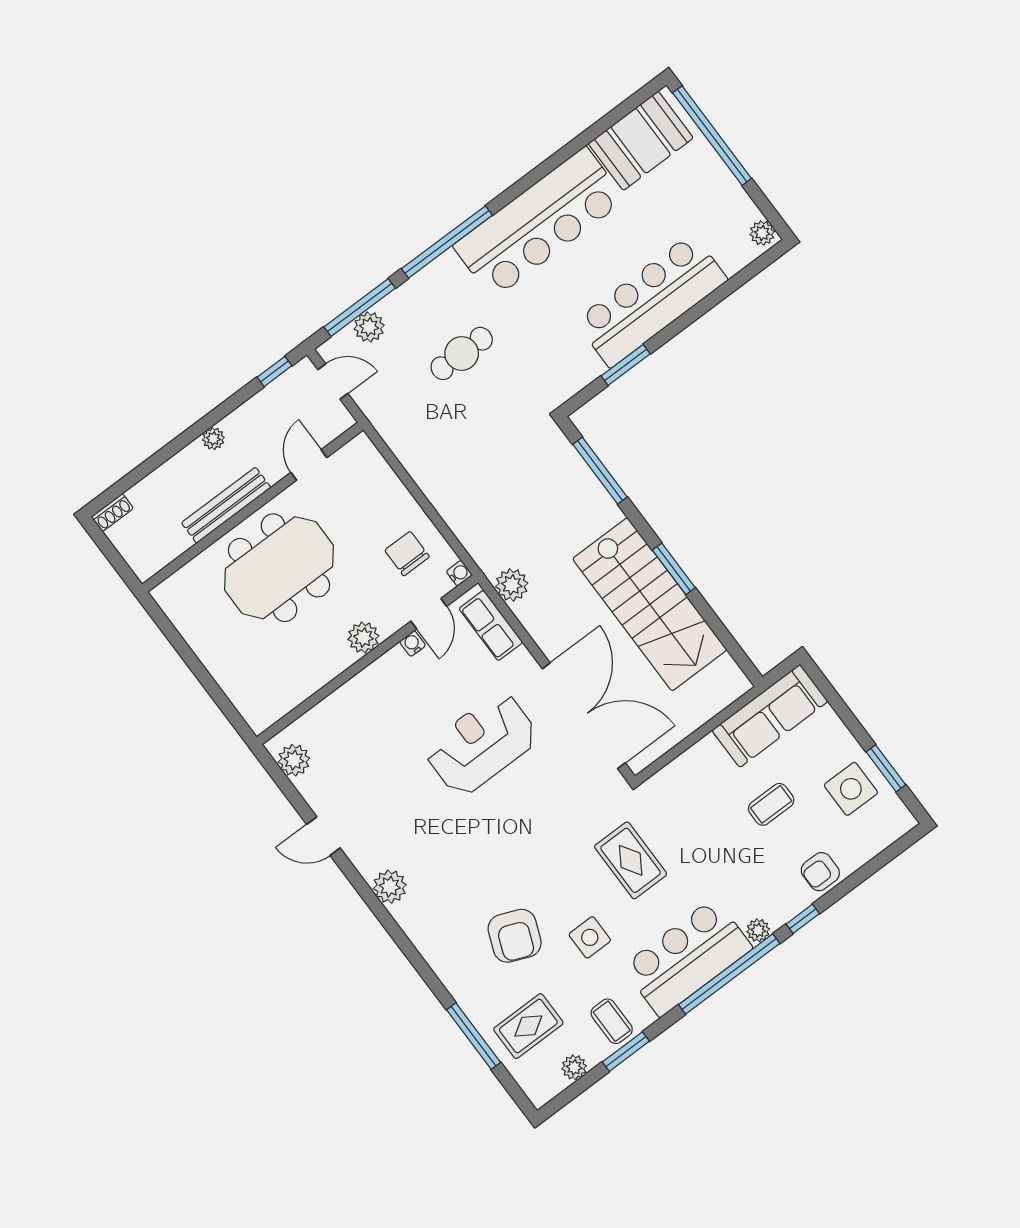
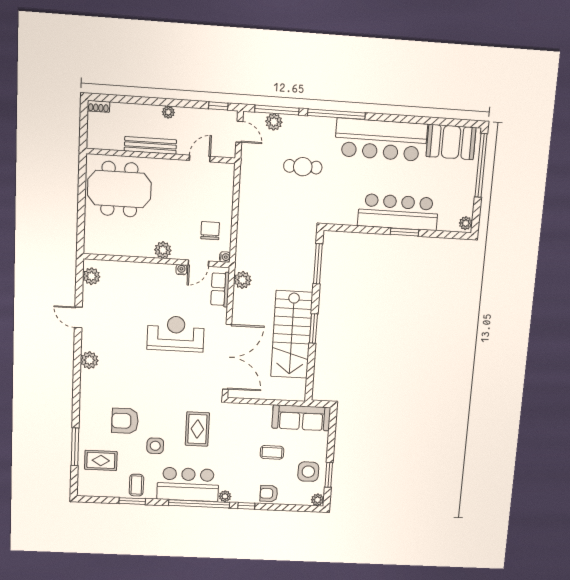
window: (626, 365) -> (405, 232), moved
meeting table: (279, 568) -> (119, 189), moved
armchair: (515, 936) -> (125, 421), turned 68
plant: (574, 1067) -> (317, 500), moved

